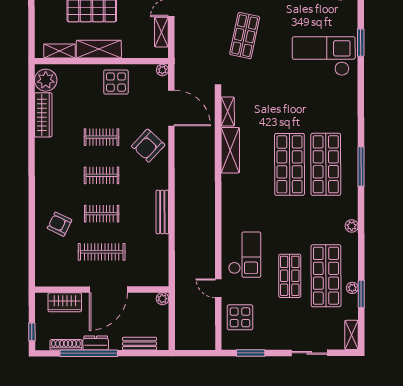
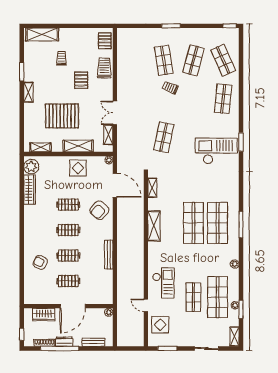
shelving: (99, 49) -> (78, 146), moved
shelving: (230, 150) -> (154, 226), moved
clothes rail: (102, 252) -> (68, 281), width x0.73

